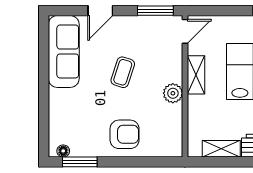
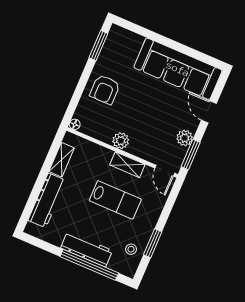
plant: (140, 25) -> (185, 138), added
sofa: (64, 51) -> (178, 69), width x1.36, depth x1.27
coffee table: (123, 72) -> (154, 109), removed
floor lamp: (63, 151) -> (75, 124), moved

